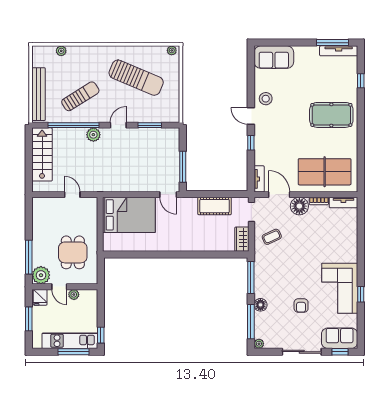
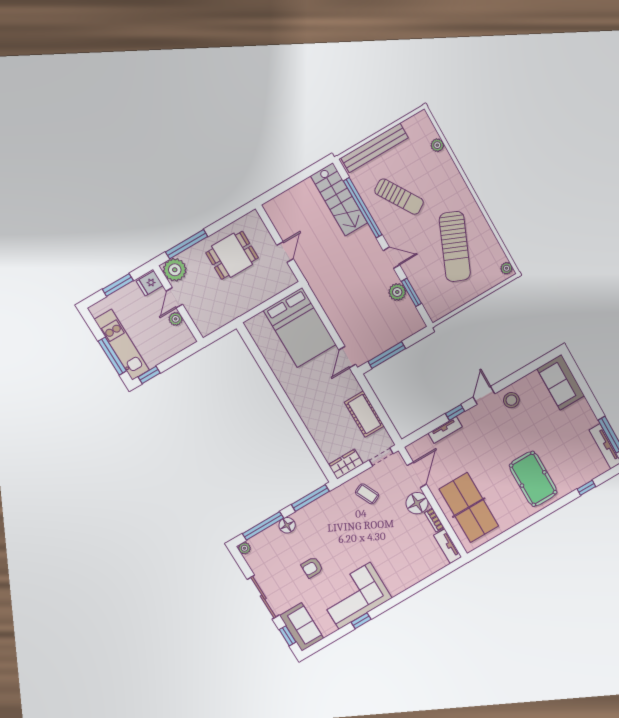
plant: (93, 135) -> (397, 292), moved
stairs: (42, 154) -> (339, 199), moved, turned 90
tv unit: (259, 179) -> (445, 430), moved
dining table: (73, 252) -> (232, 255), moved

